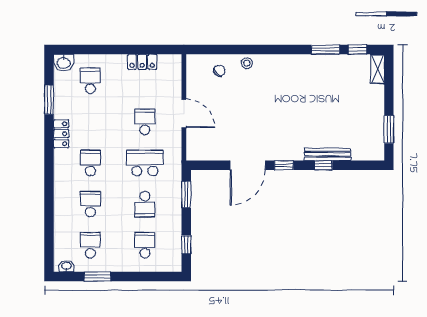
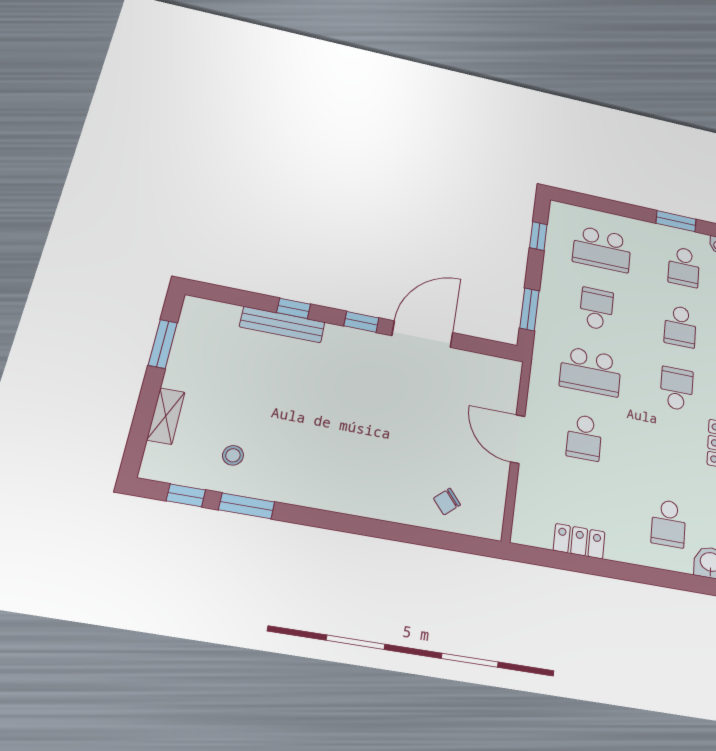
stool: (247, 63) -> (233, 455), moved
shelving: (378, 69) -> (166, 416), moved
school desk: (90, 163) -> (677, 389), turned 180
school desk: (145, 245) -> (602, 249), width x1.85

